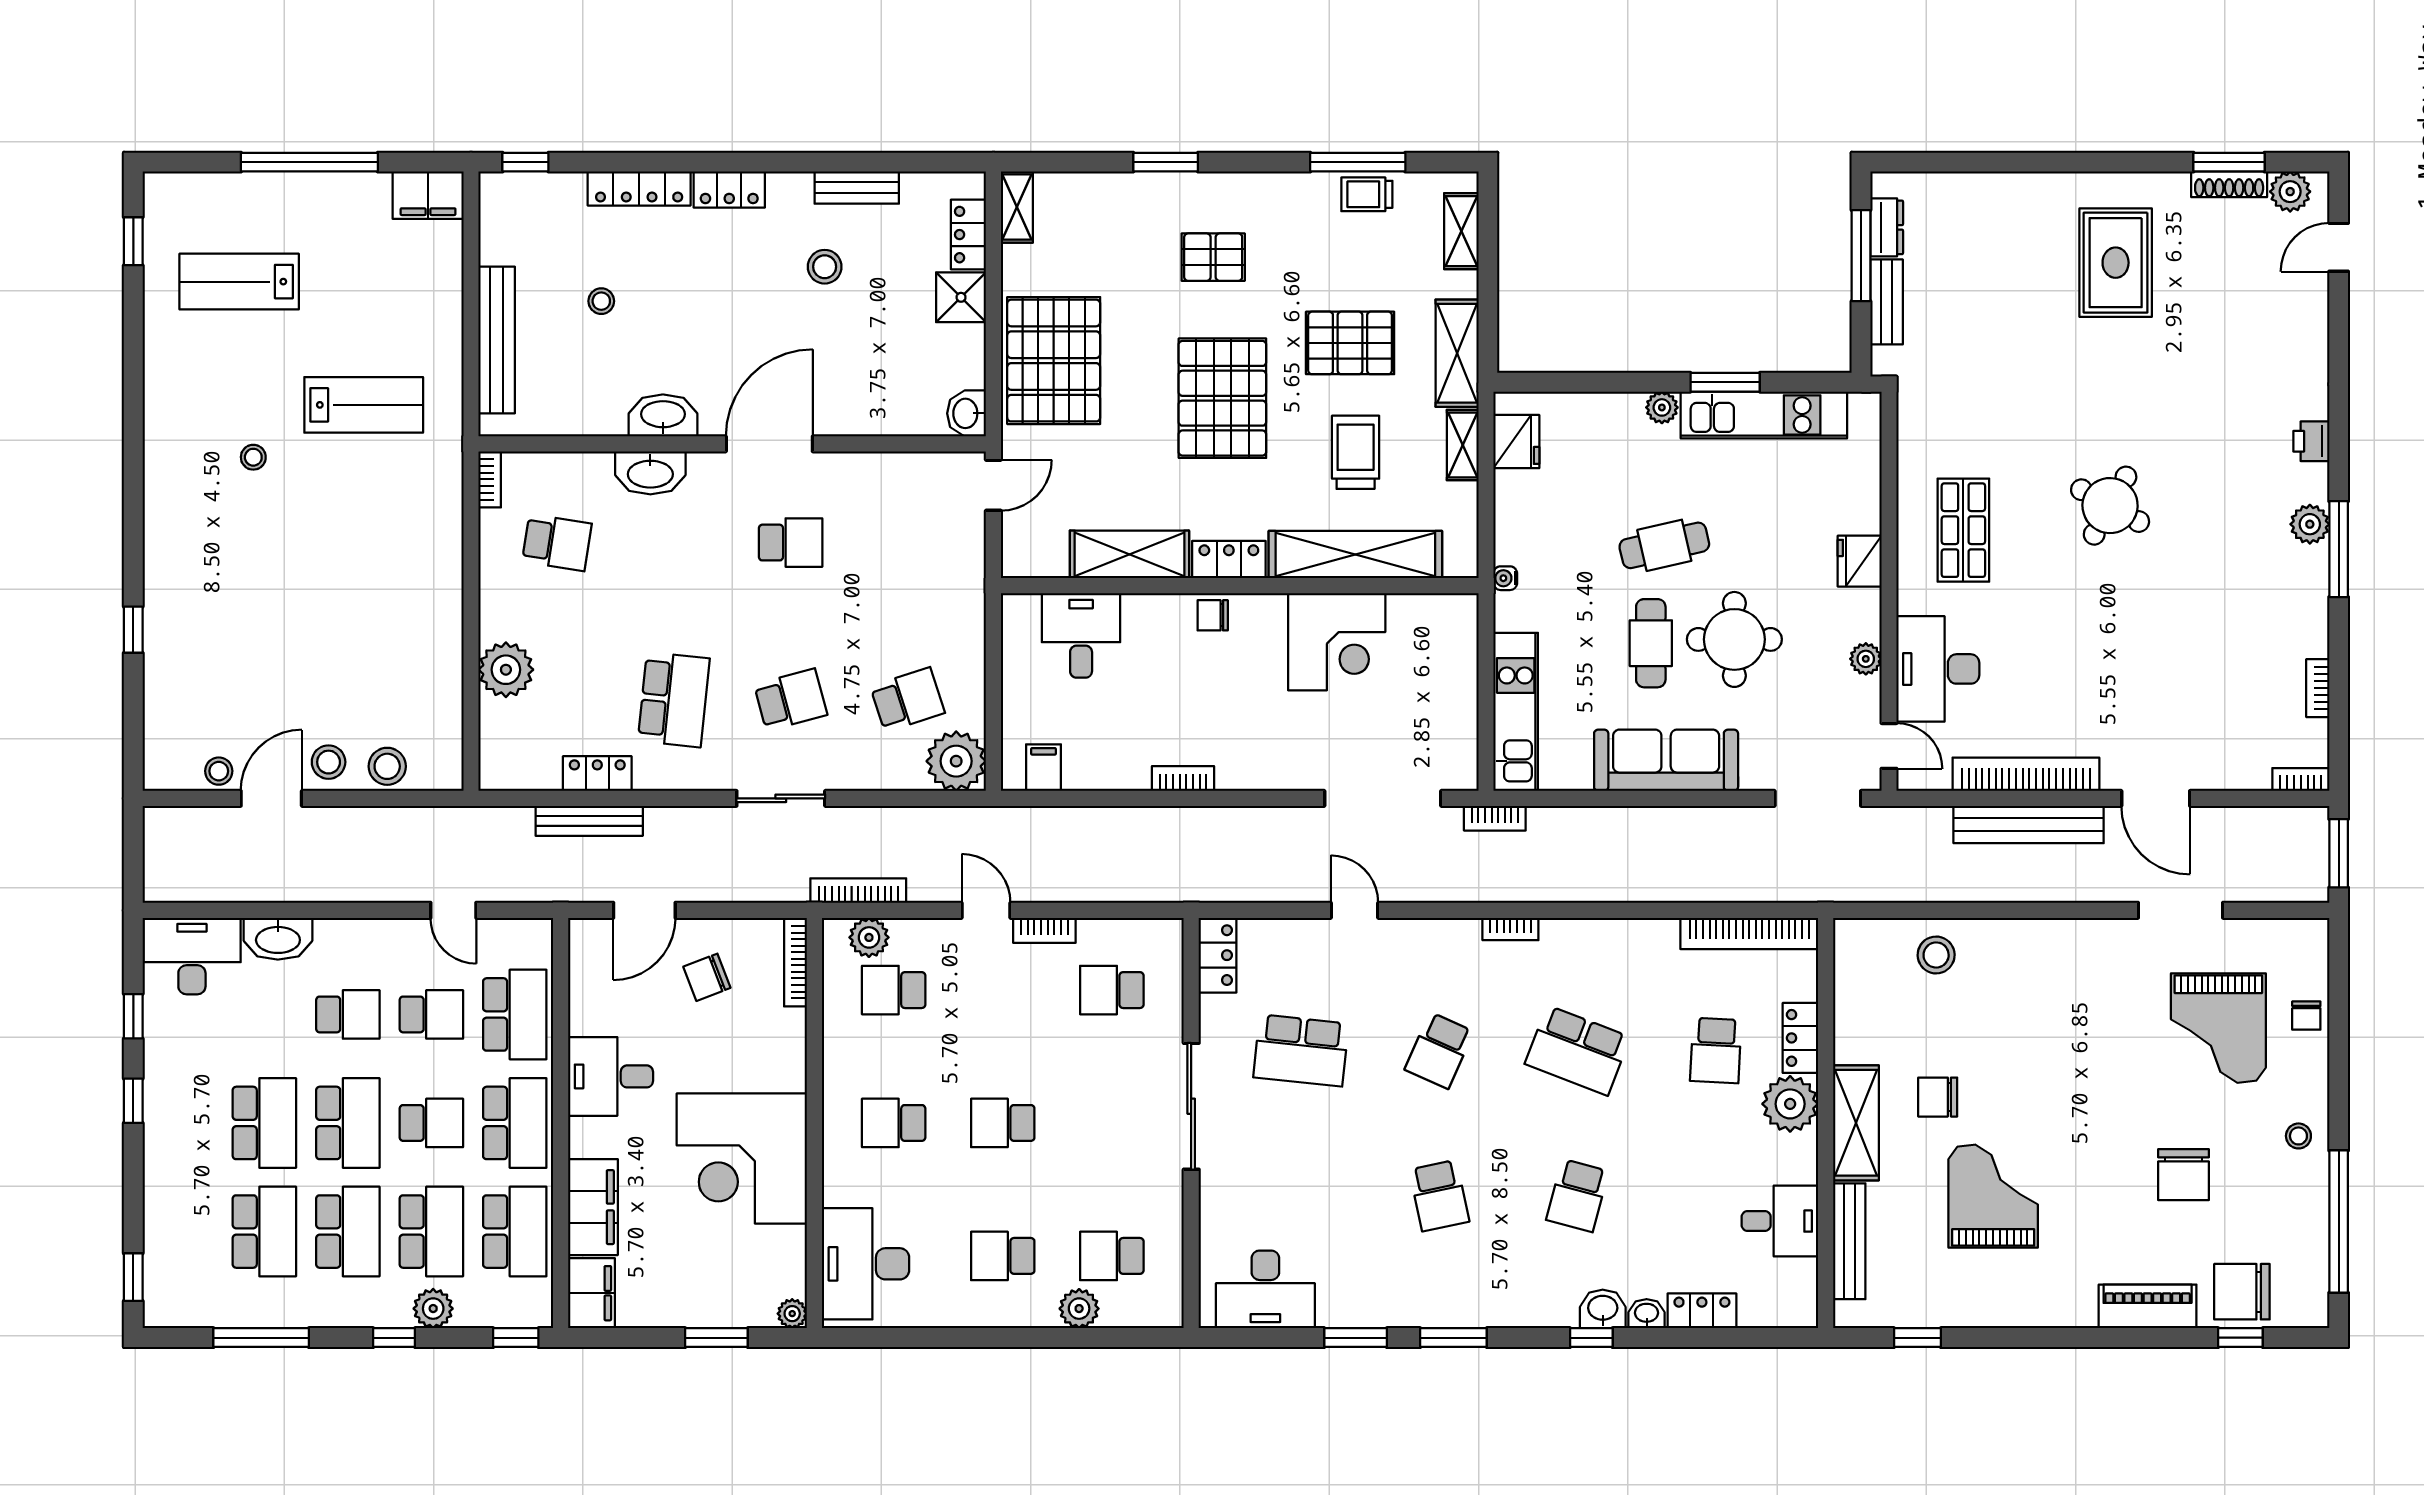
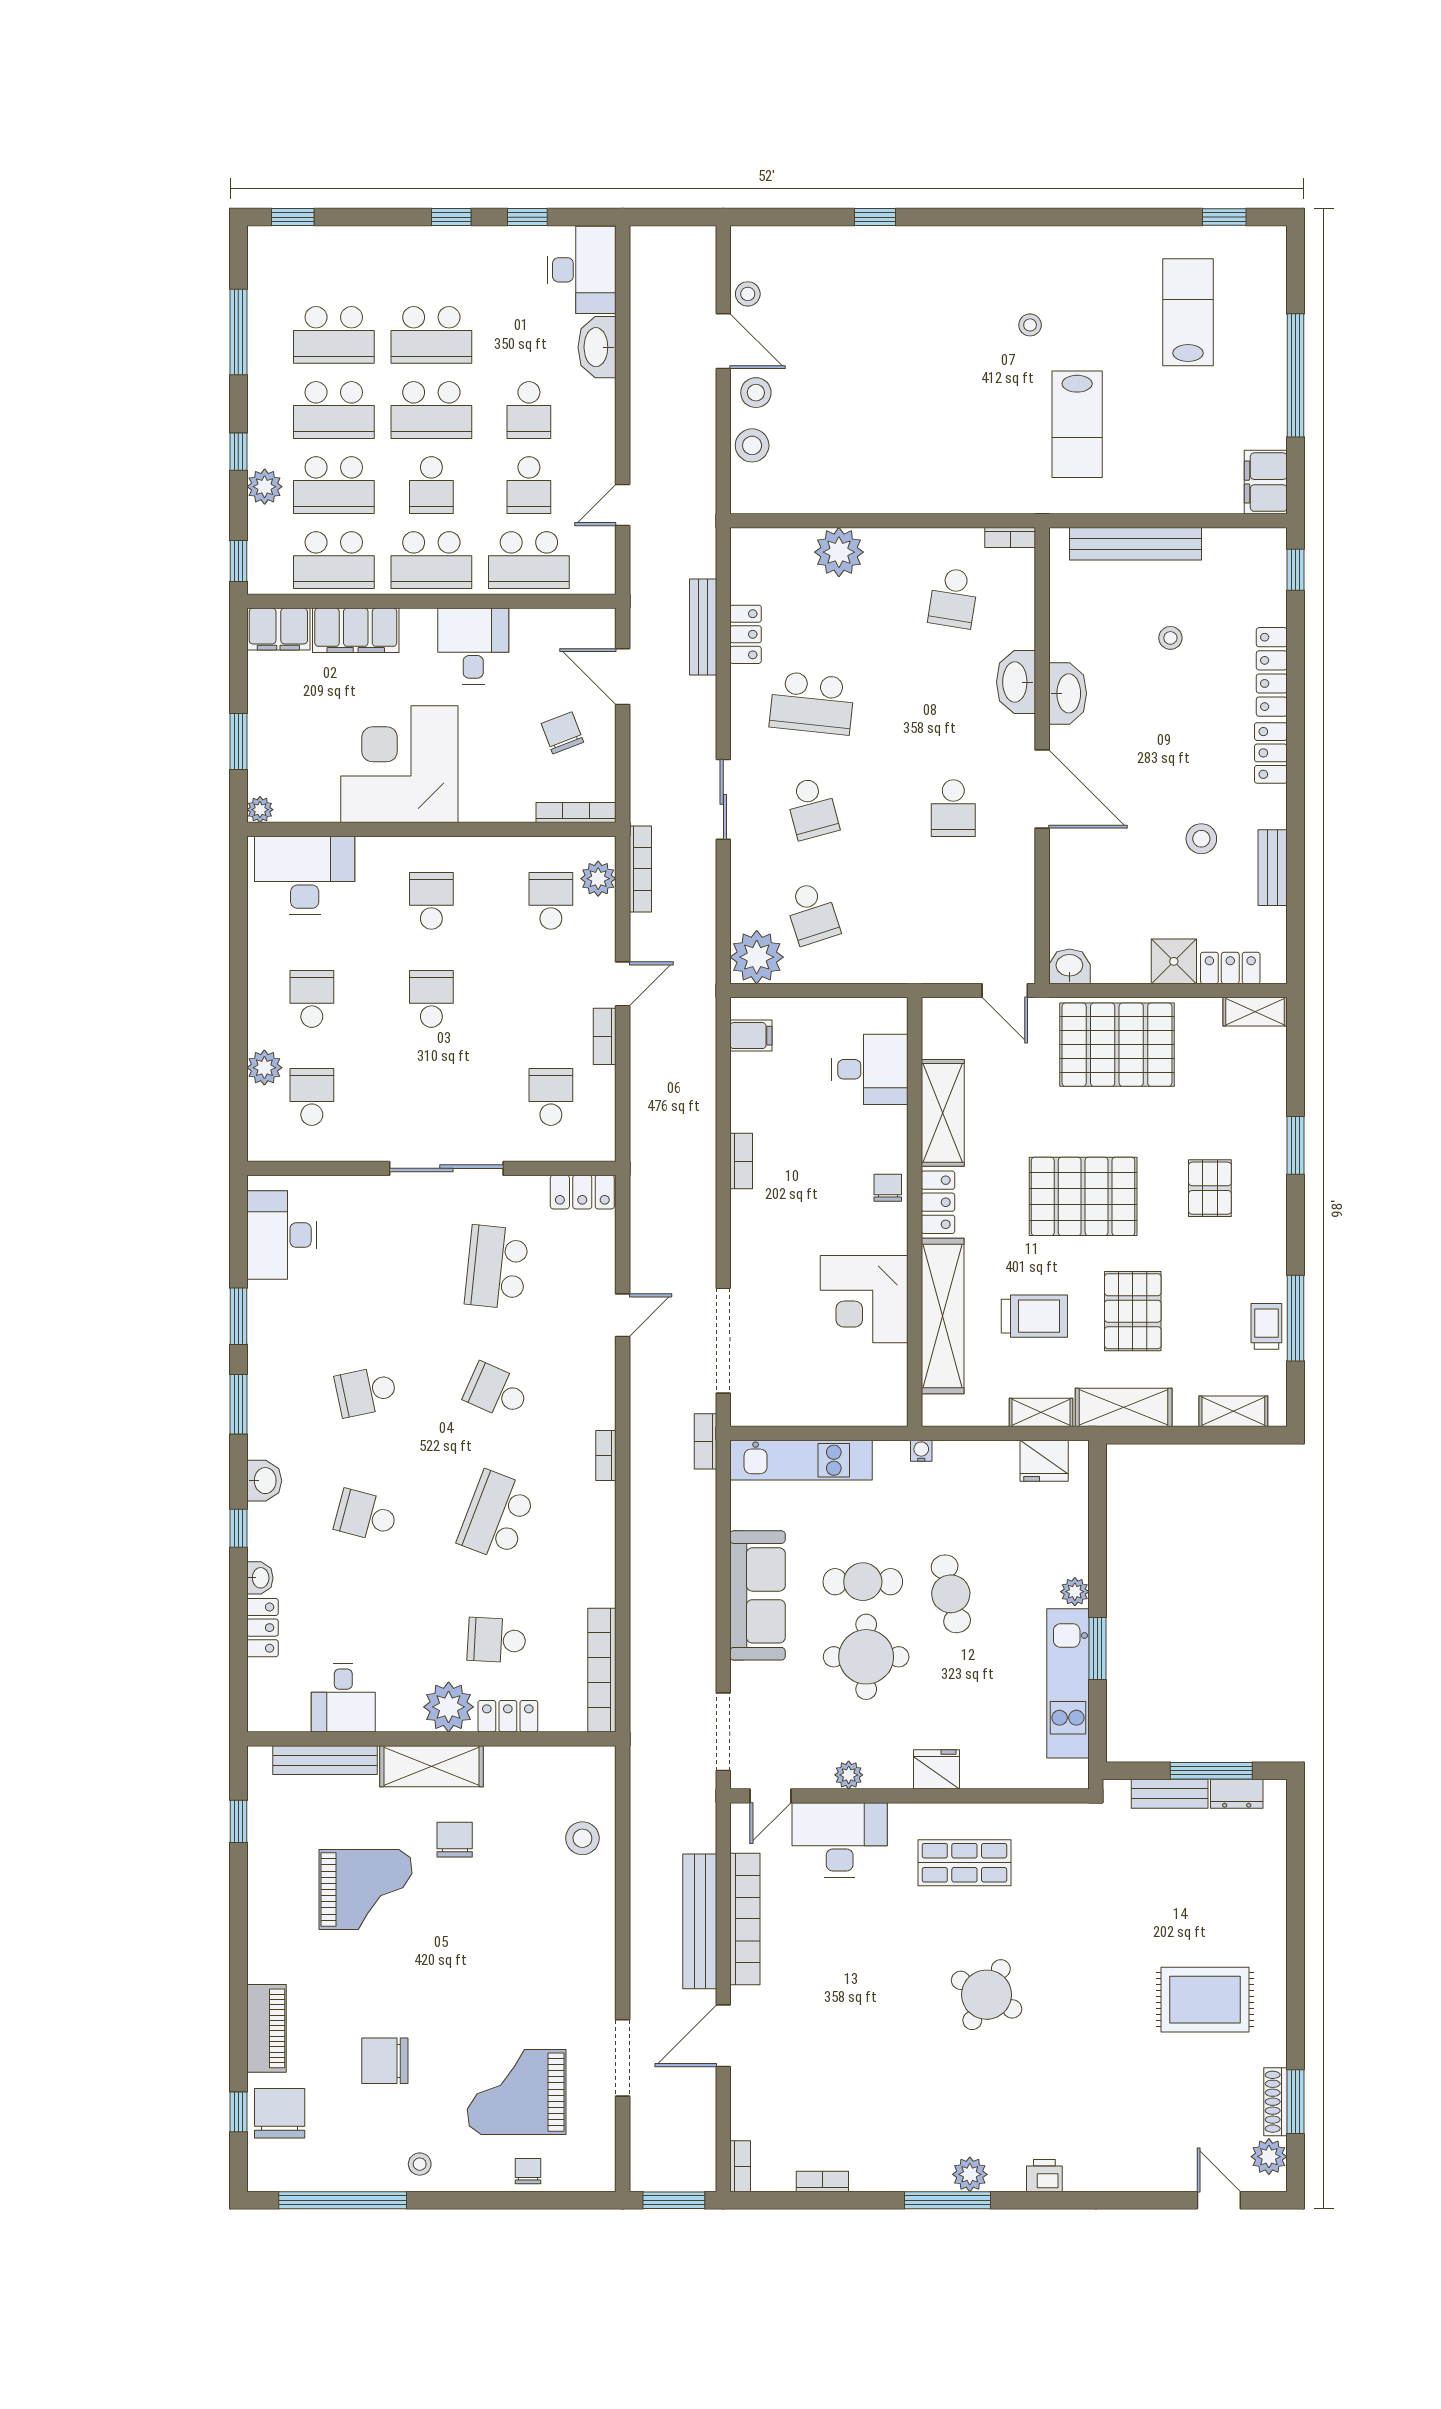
chair: (2306, 1016) -> (528, 2171), turned 90
washbasin: (1603, 1309) -> (264, 1481), moved

